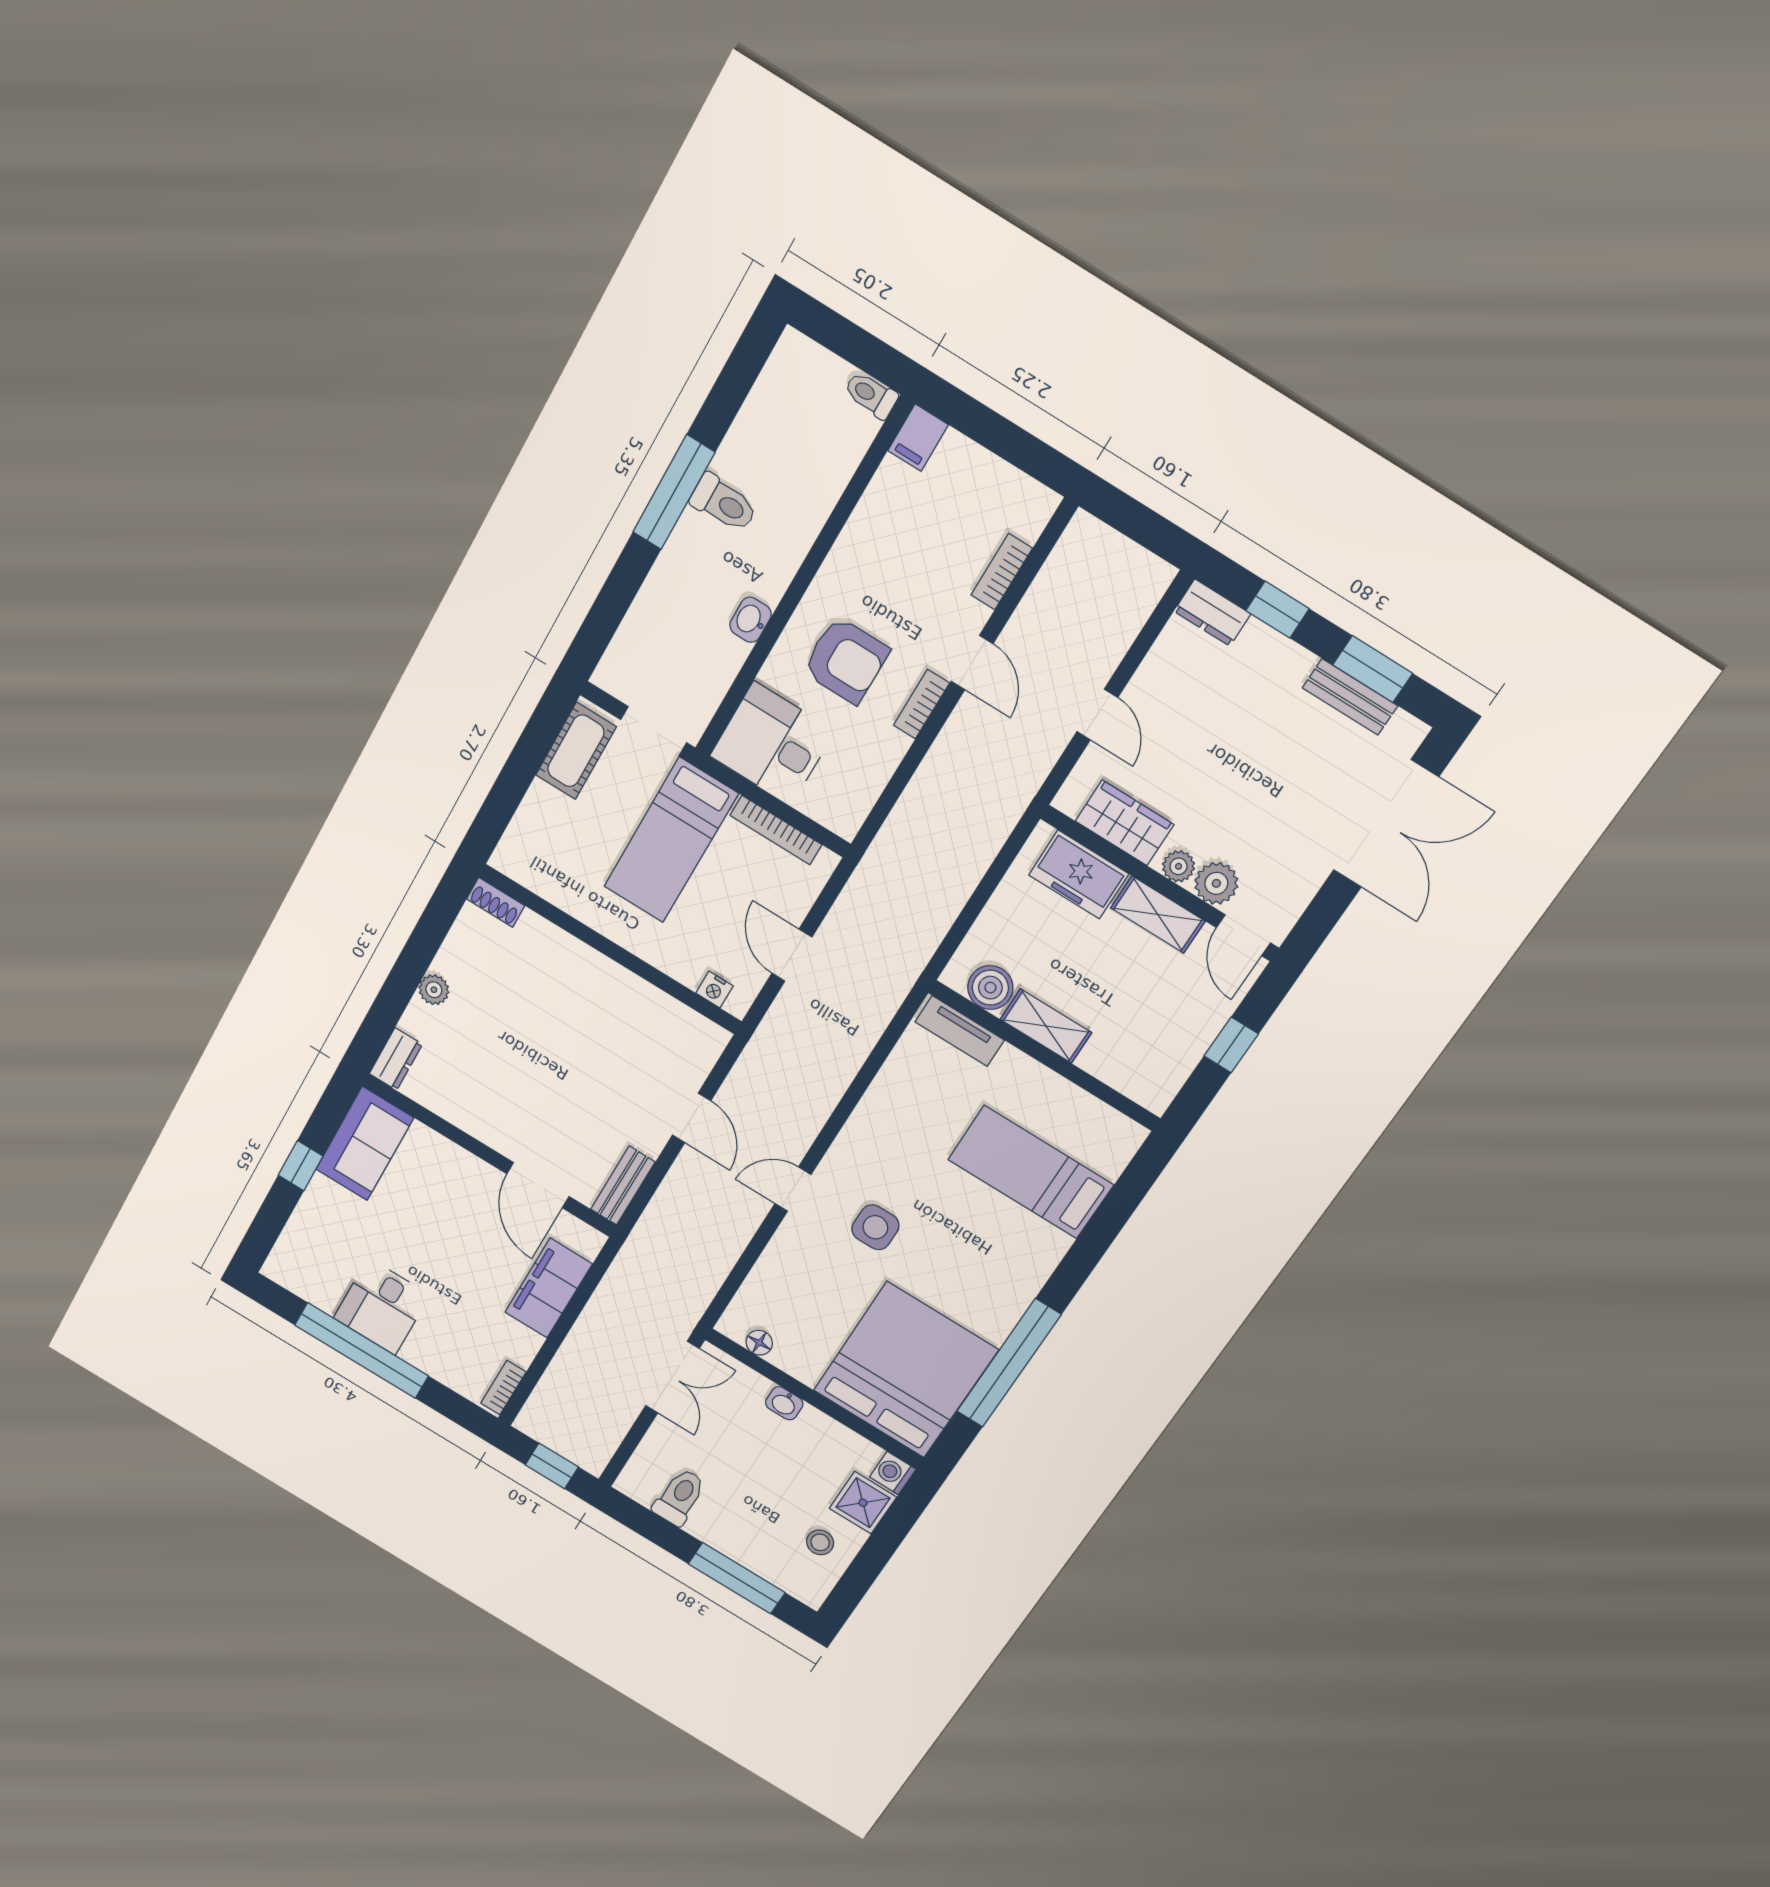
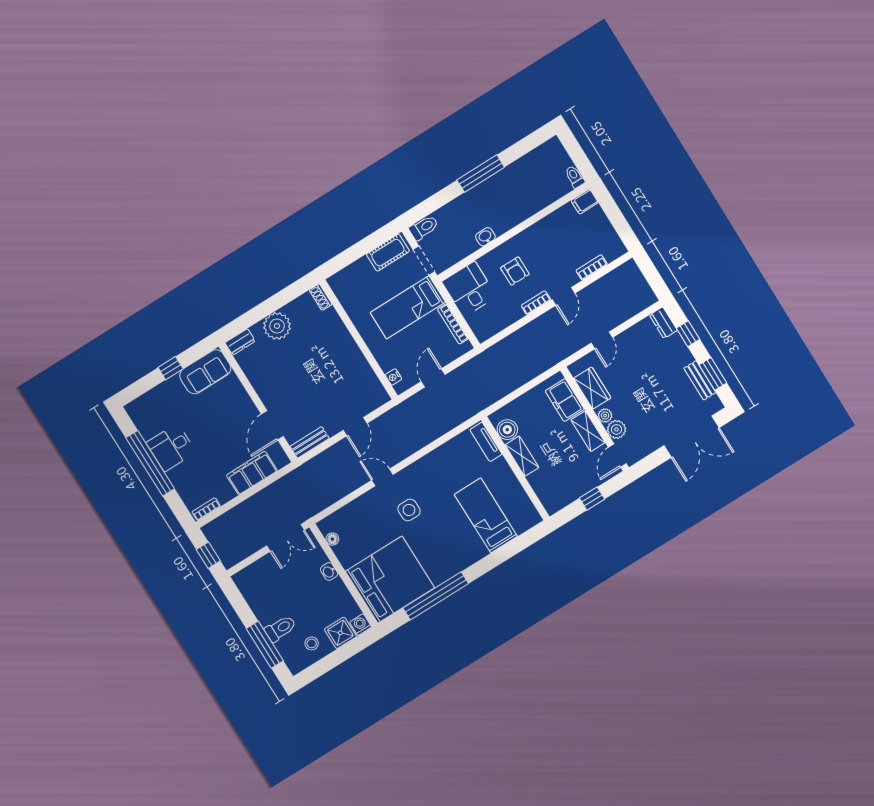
toilet: (724, 503) -> (424, 228), moved, turned -90
armchair: (846, 660) -> (515, 271), width x0.72, depth x0.72
plant: (434, 990) -> (277, 326), width x1.88, depth x1.88
toilet: (680, 1497) -> (280, 628), moved

